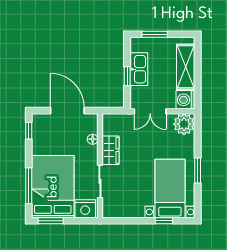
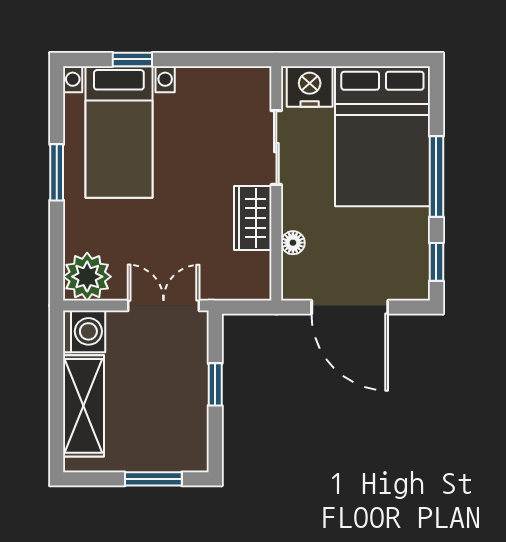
kitchen sink: (139, 69) -> (189, 400), removed
window: (29, 186) -> (436, 177), moved
window: (51, 221) -> (387, 59), removed

